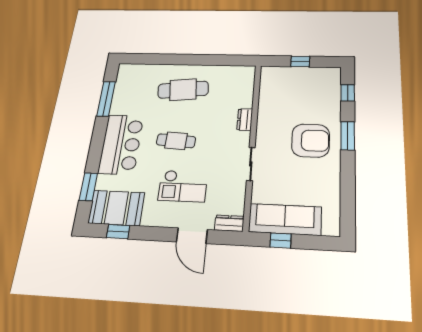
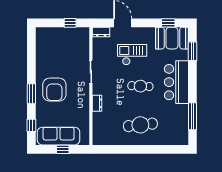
armchair: (311, 141) -> (54, 90), turned -90
sofa: (285, 219) -> (59, 136), moved, turned 180

